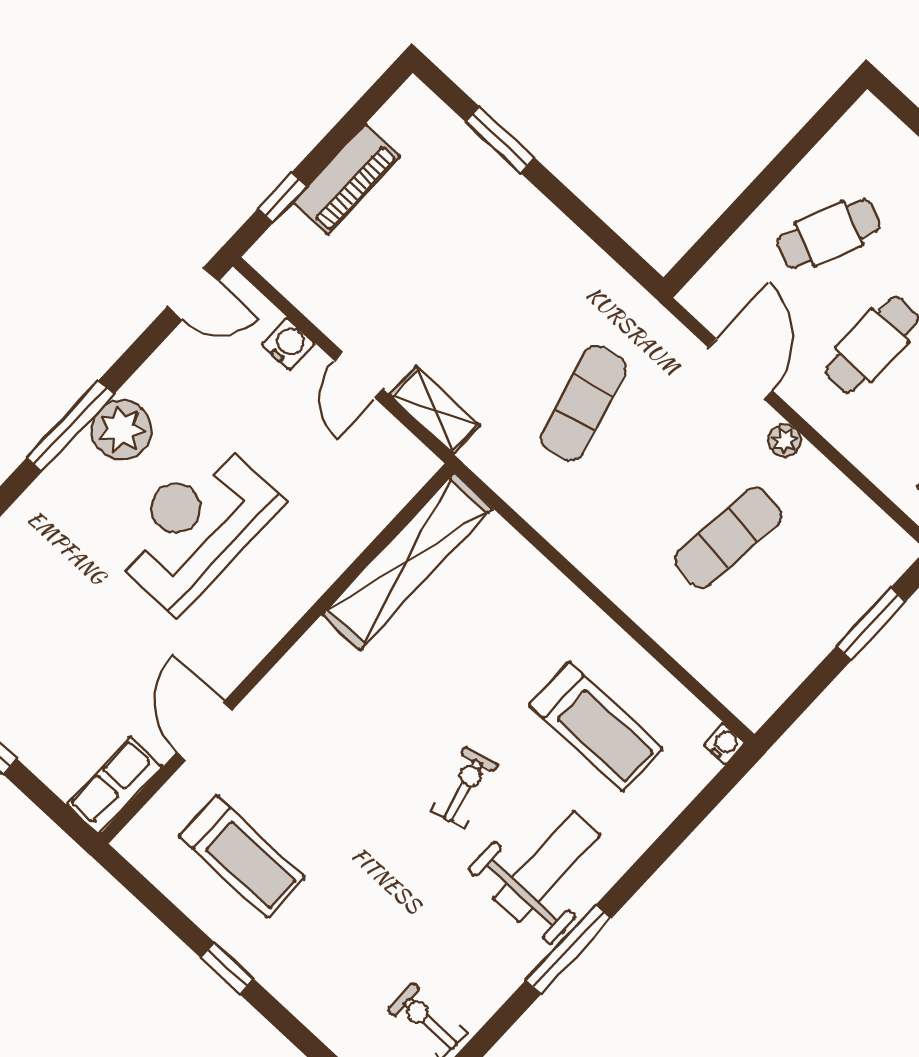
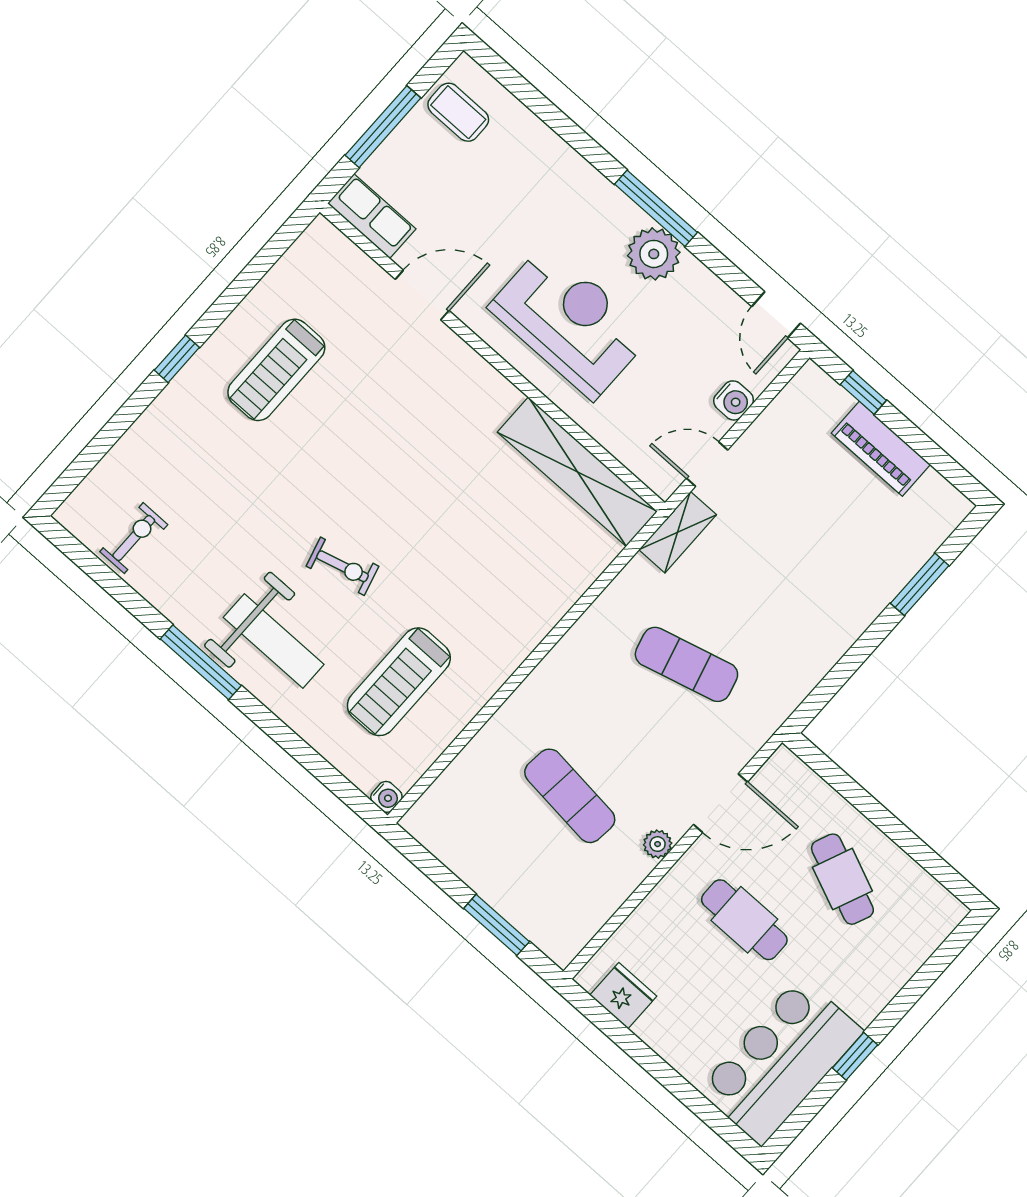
shelving: (407, 561) -> (577, 472), moved
wall: (277, 654) -> (492, 357), moved
door: (205, 731) -> (422, 295), moved
row of seats: (115, 786) -> (372, 216), moved

